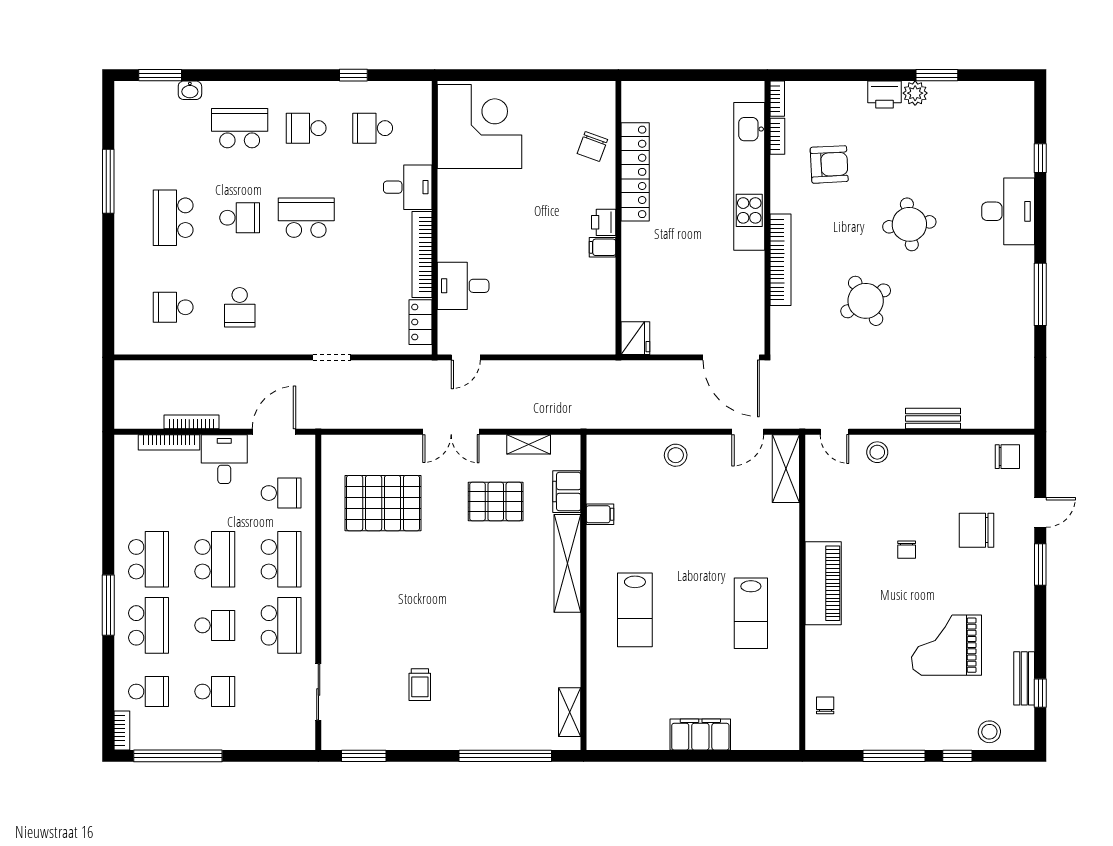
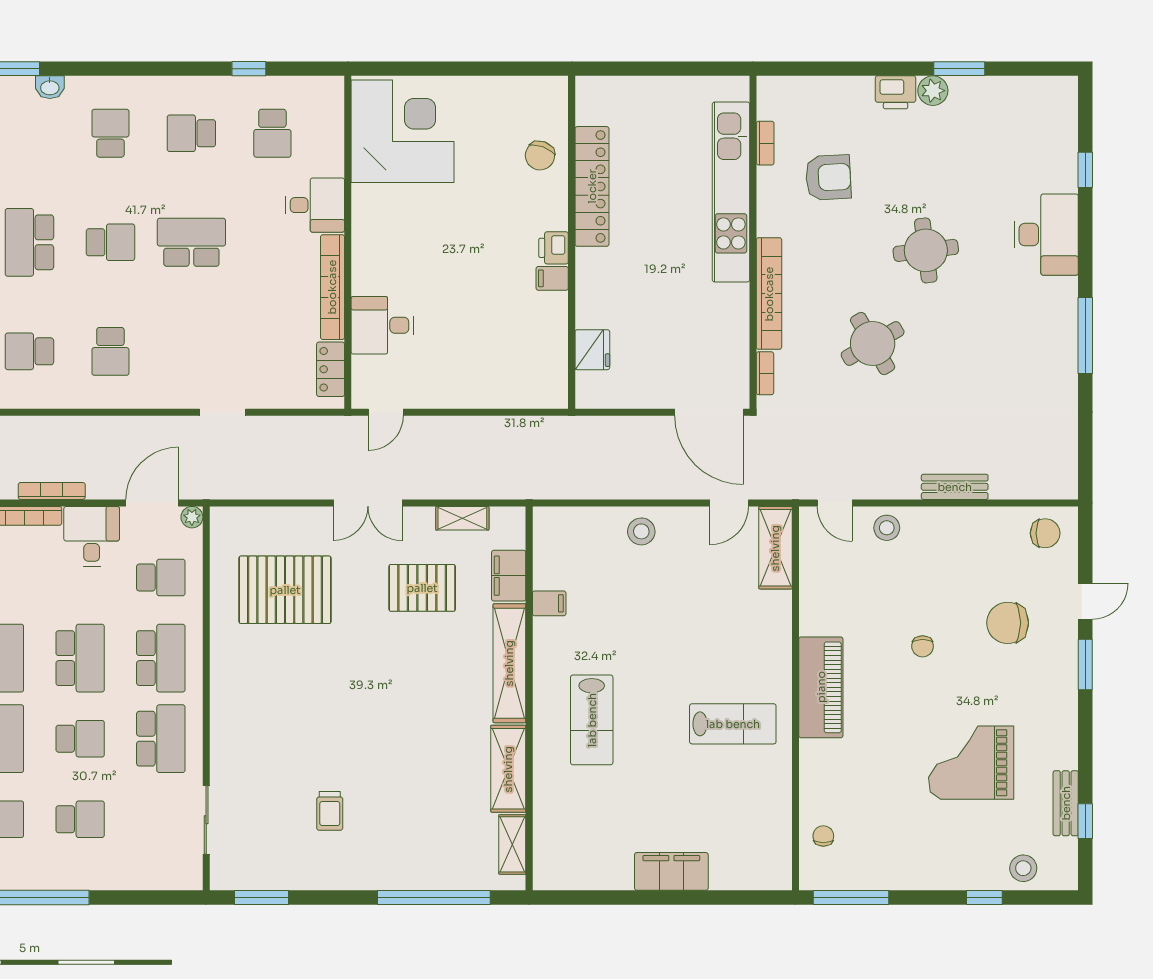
bookcase: (777, 99) -> (765, 373), moved
school desk: (240, 128) -> (110, 133), width x0.54
school desk: (373, 128) -> (272, 133), turned -90
fridge: (635, 338) -> (592, 350), moved
plant: (307, 443) -> (192, 517), added
lab bench: (751, 613) -> (733, 724), turned -90
shelving: (566, 650) -> (508, 769), added
window: (894, 756) -> (851, 898), moved

